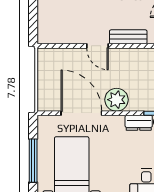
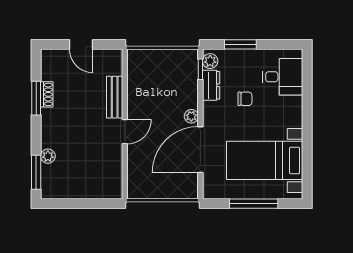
plant: (117, 100) -> (191, 116), width x0.53, depth x0.53
chair: (127, 153) -> (245, 99), added

